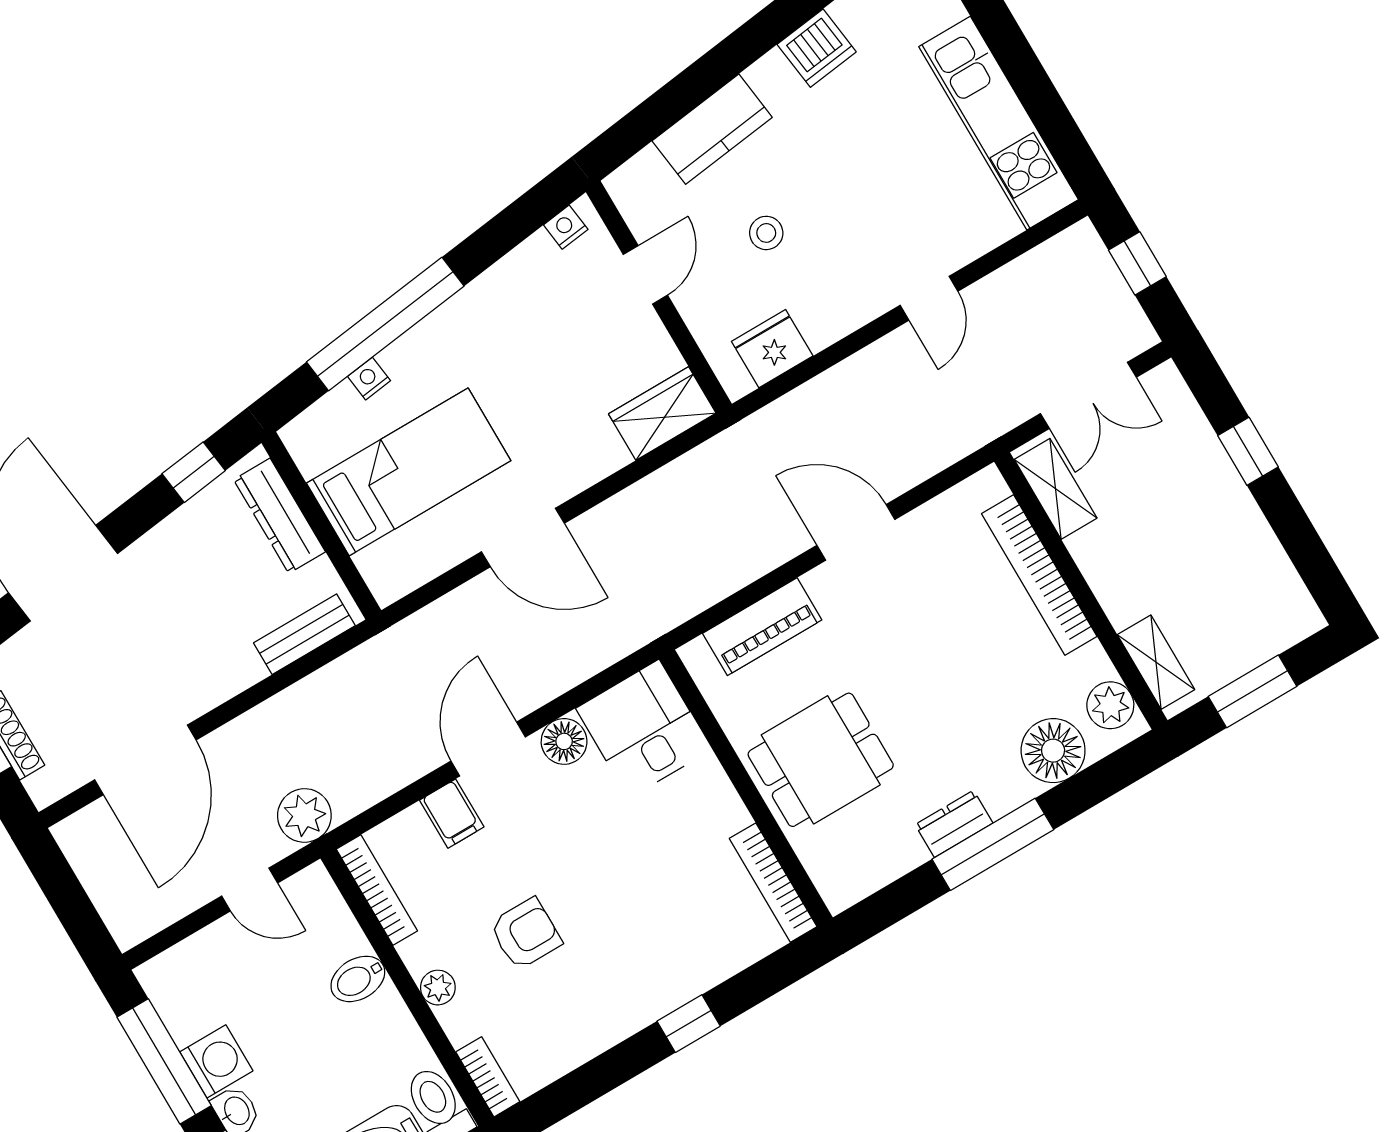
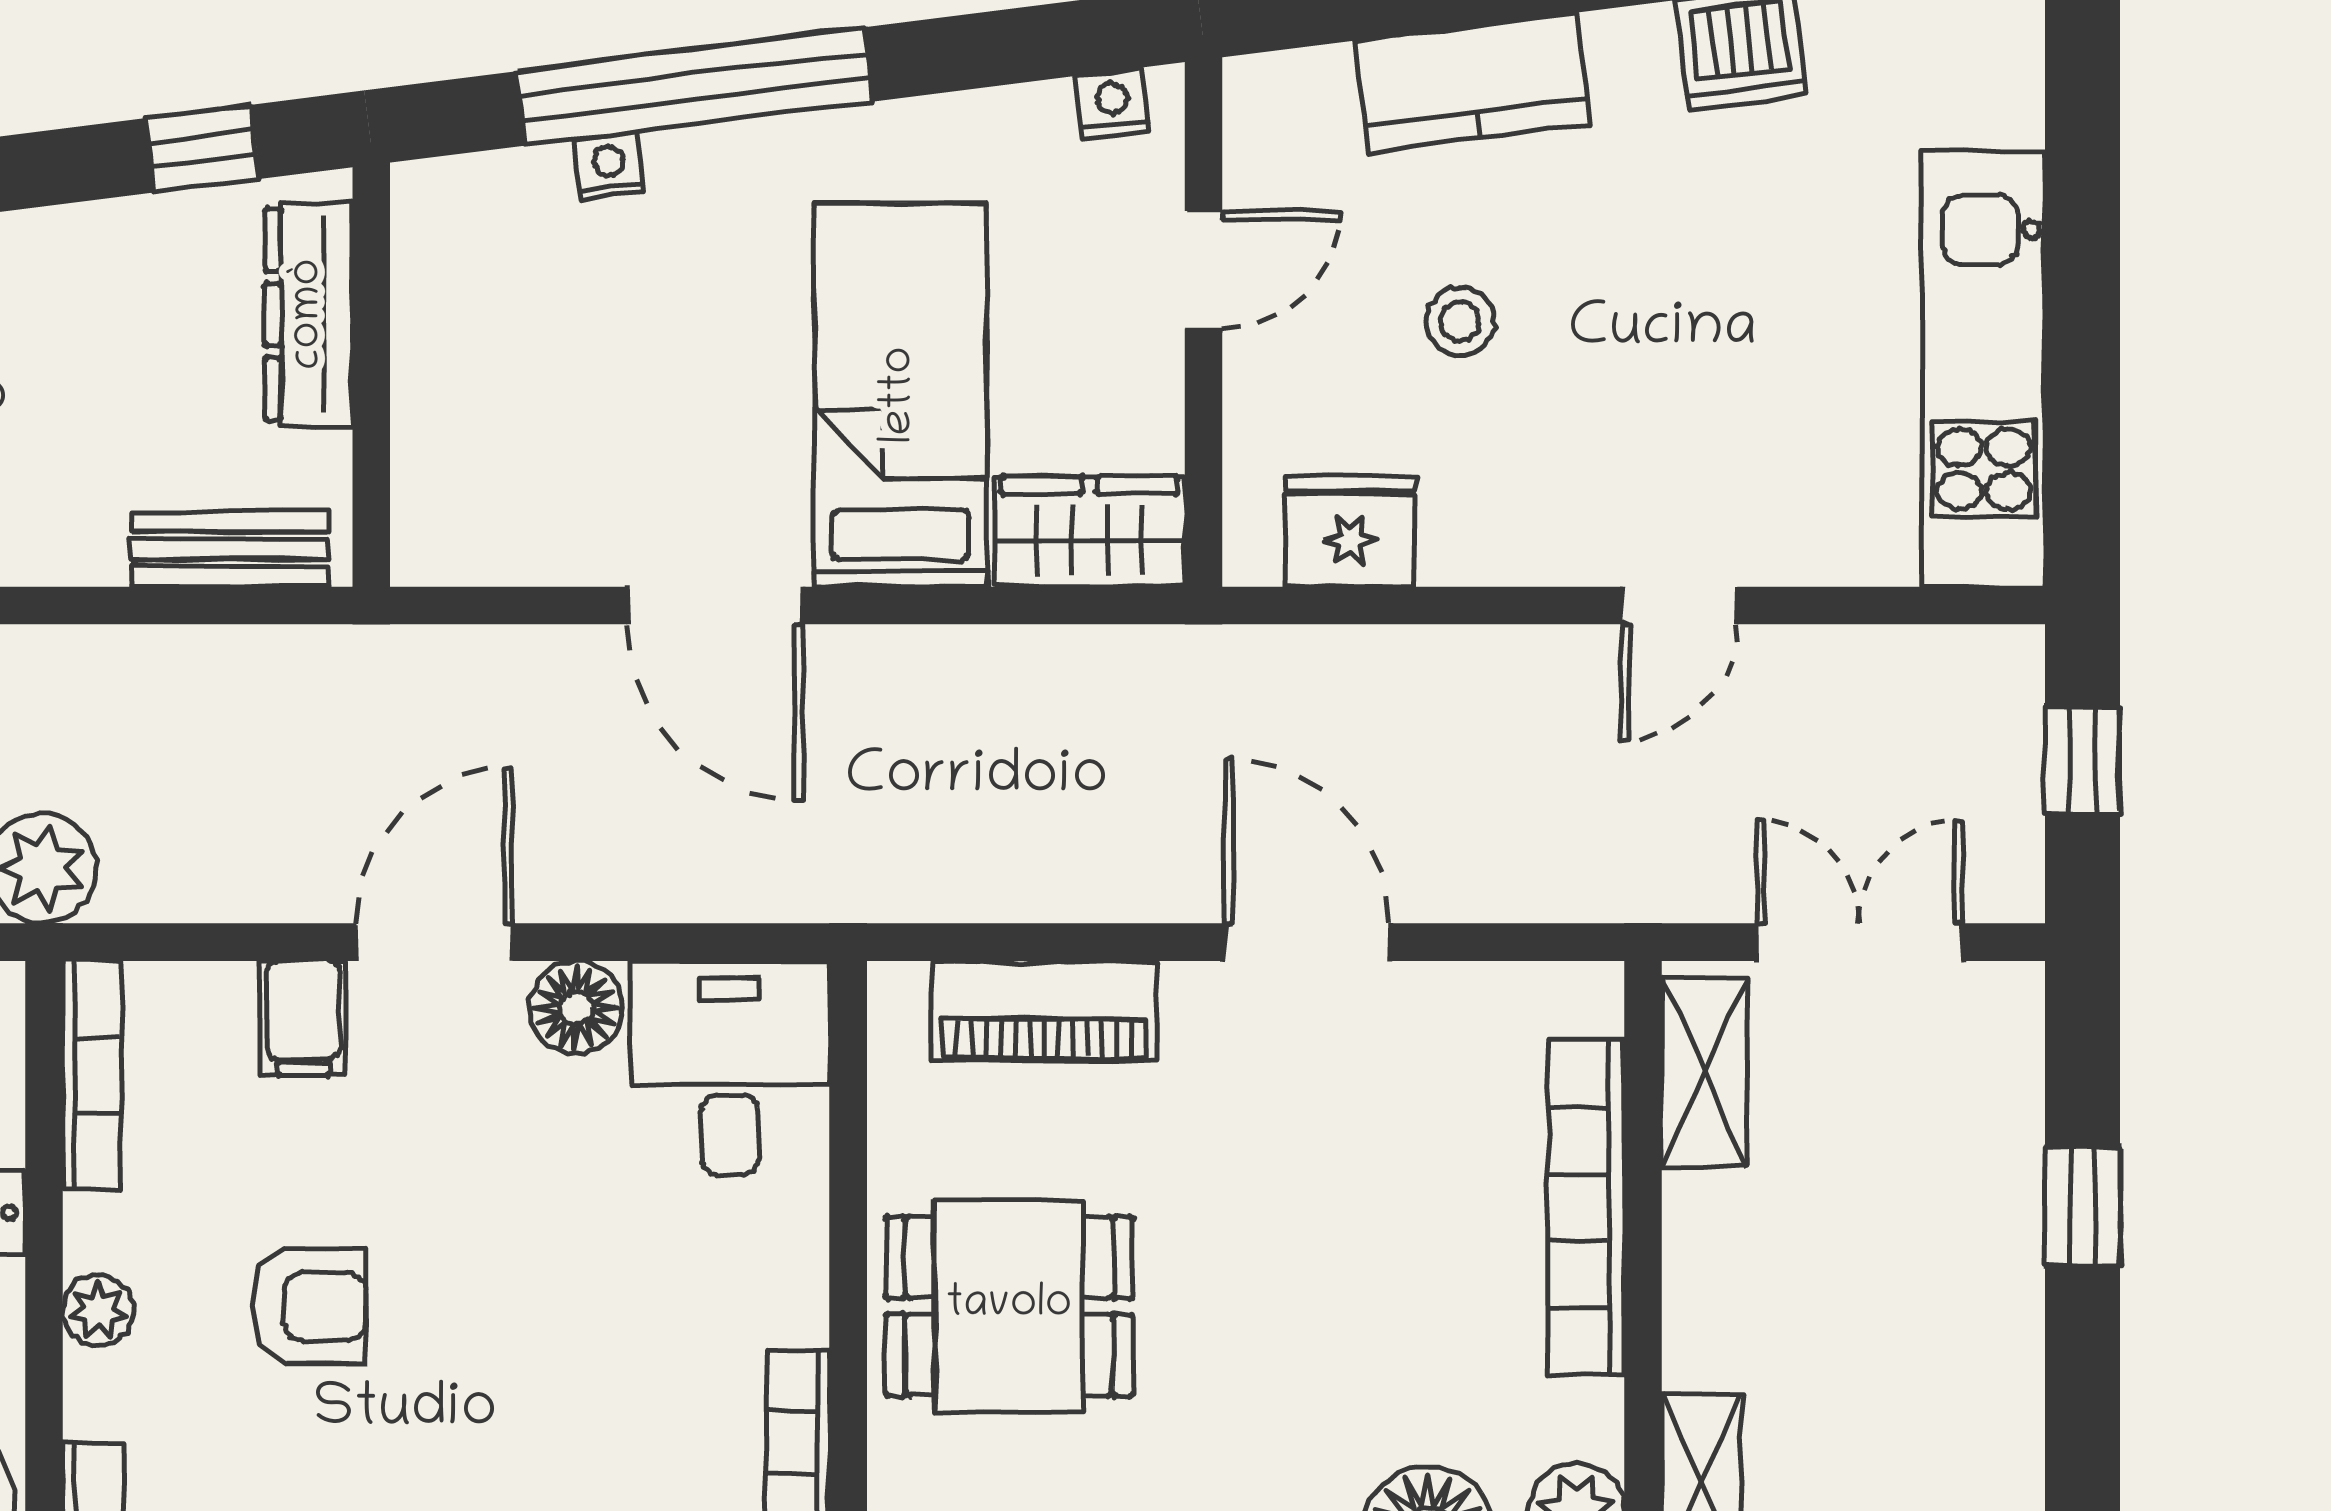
double door: (1088, 395) -> (1859, 942), swing flipped
bed: (409, 472) -> (901, 395), moved, turned -90

